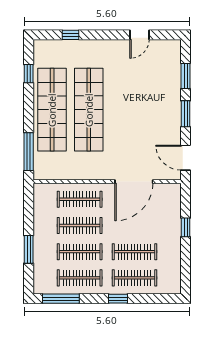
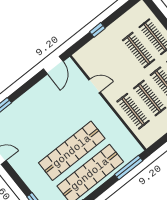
window: (186, 114) -> (25, 87), removed
door: (134, 182) -> (95, 86), width x0.53

